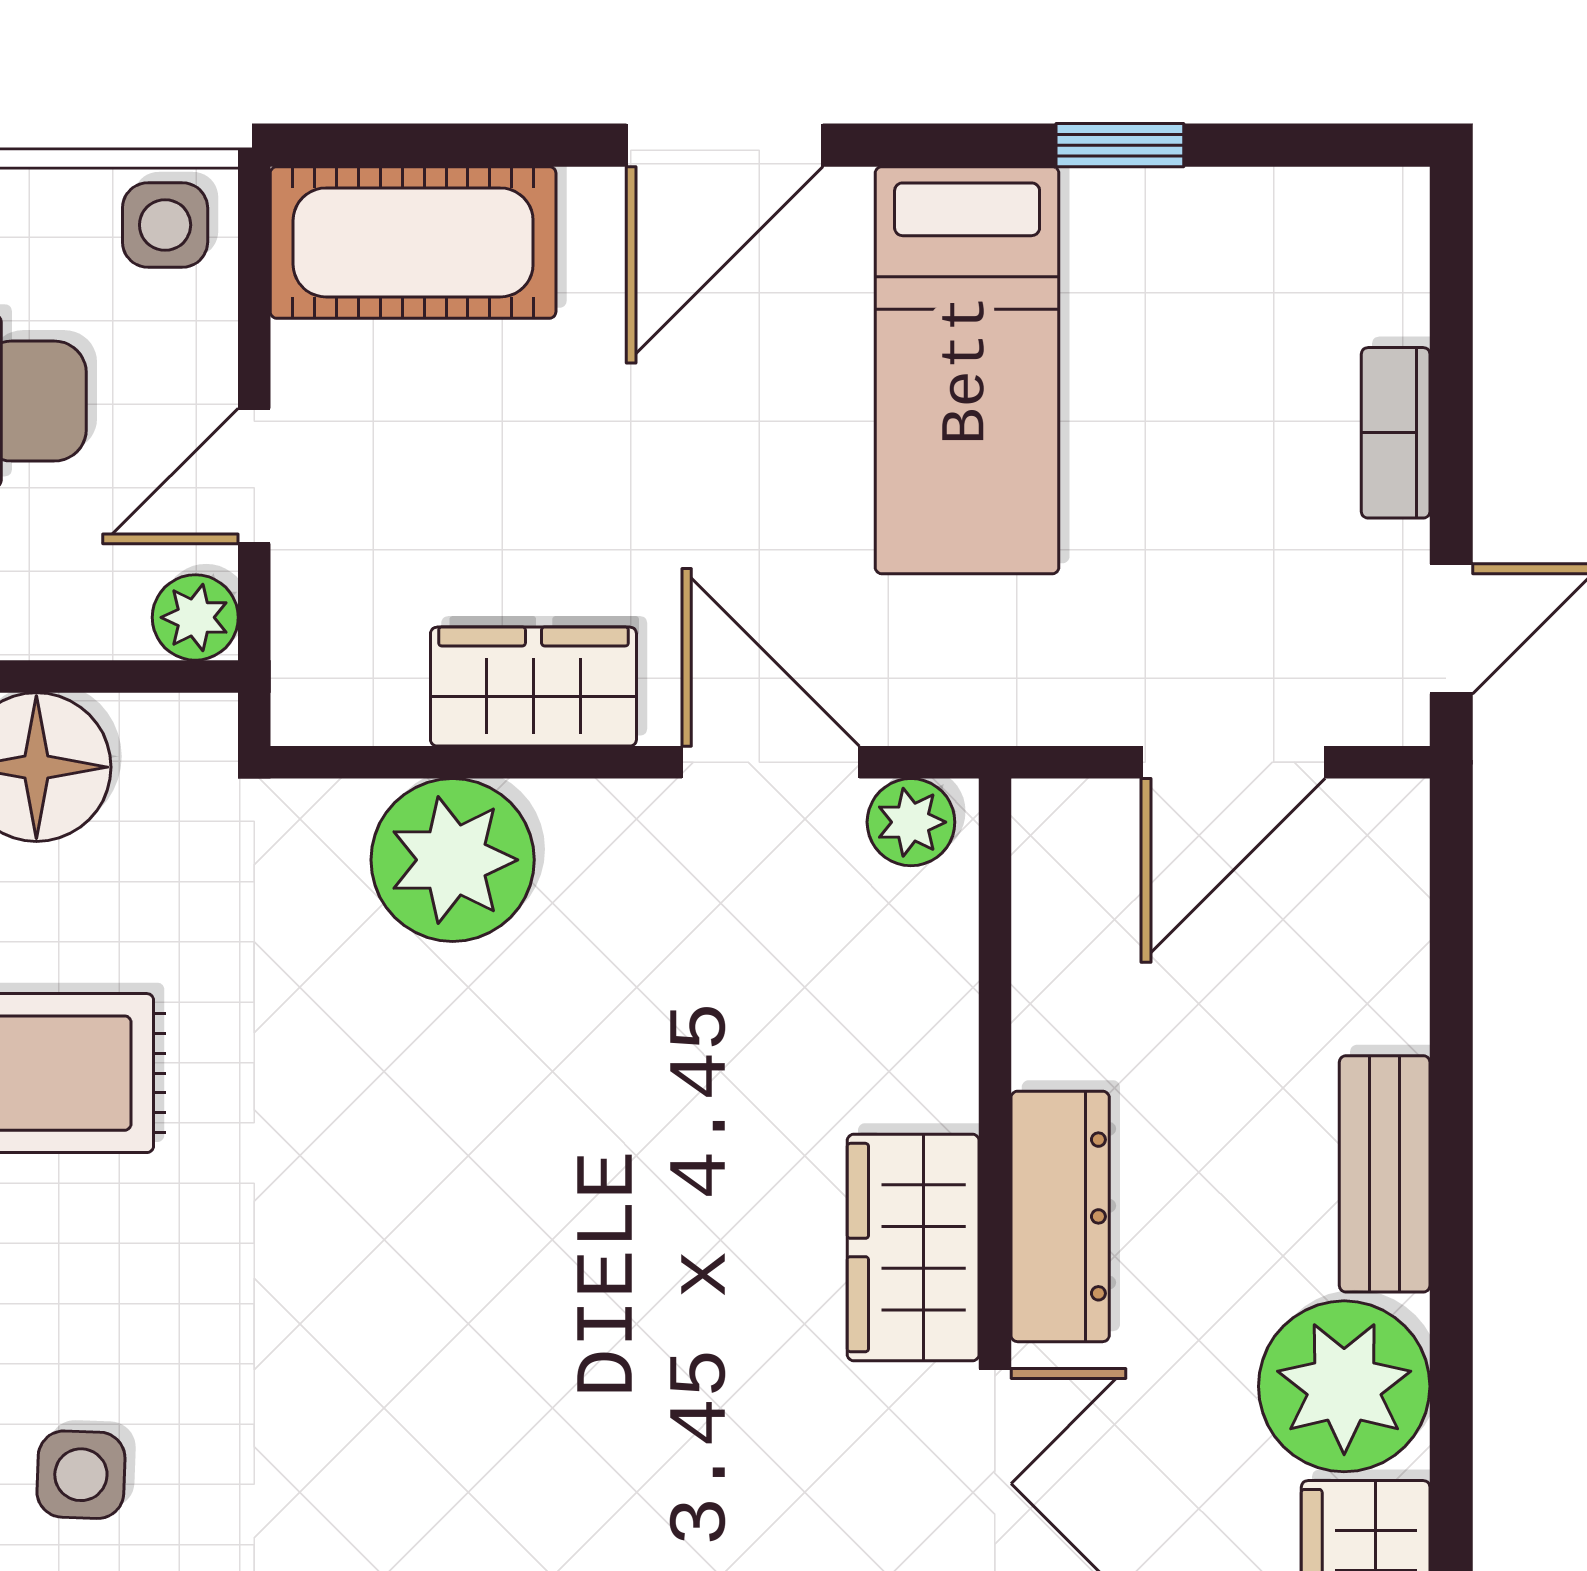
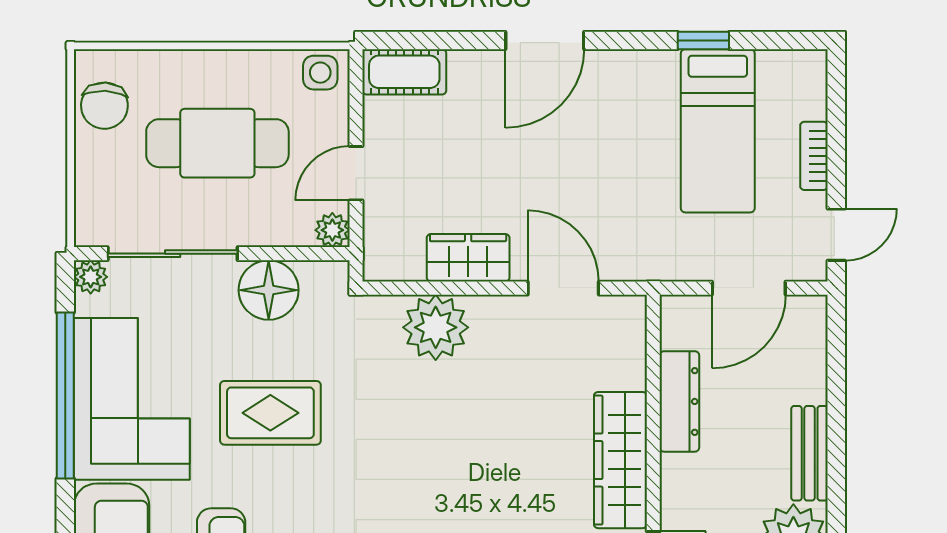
cot: (413, 242) -> (404, 72), width x0.73, depth x0.75
bed: (967, 370) -> (718, 131), moved
plant: (911, 822) -> (620, 312), removed
dresser: (1060, 1216) -> (679, 401), moved
wardrobe: (913, 1248) -> (620, 460), width x1.50

